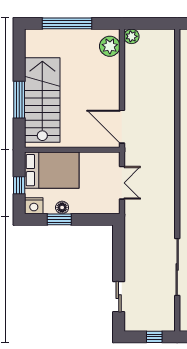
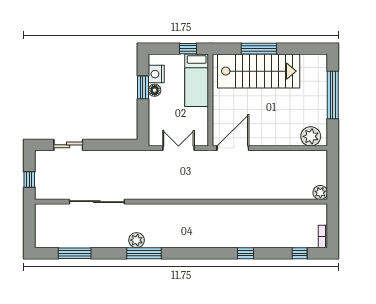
plant: (132, 36) -> (320, 193), moved
bed: (52, 170) -> (197, 80), width x0.67
double door: (122, 183) -> (178, 148), swing flipped
window: (19, 185) -> (188, 49), moved
nightstand: (34, 206) -> (156, 74), moved

